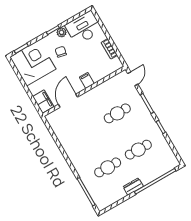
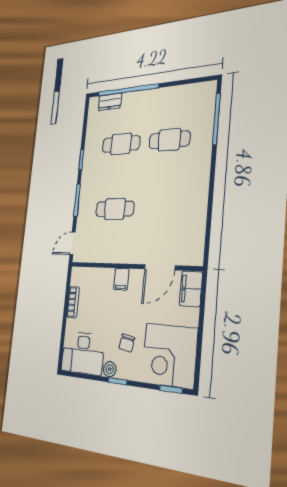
dresser: (133, 186) -> (110, 102), moved

